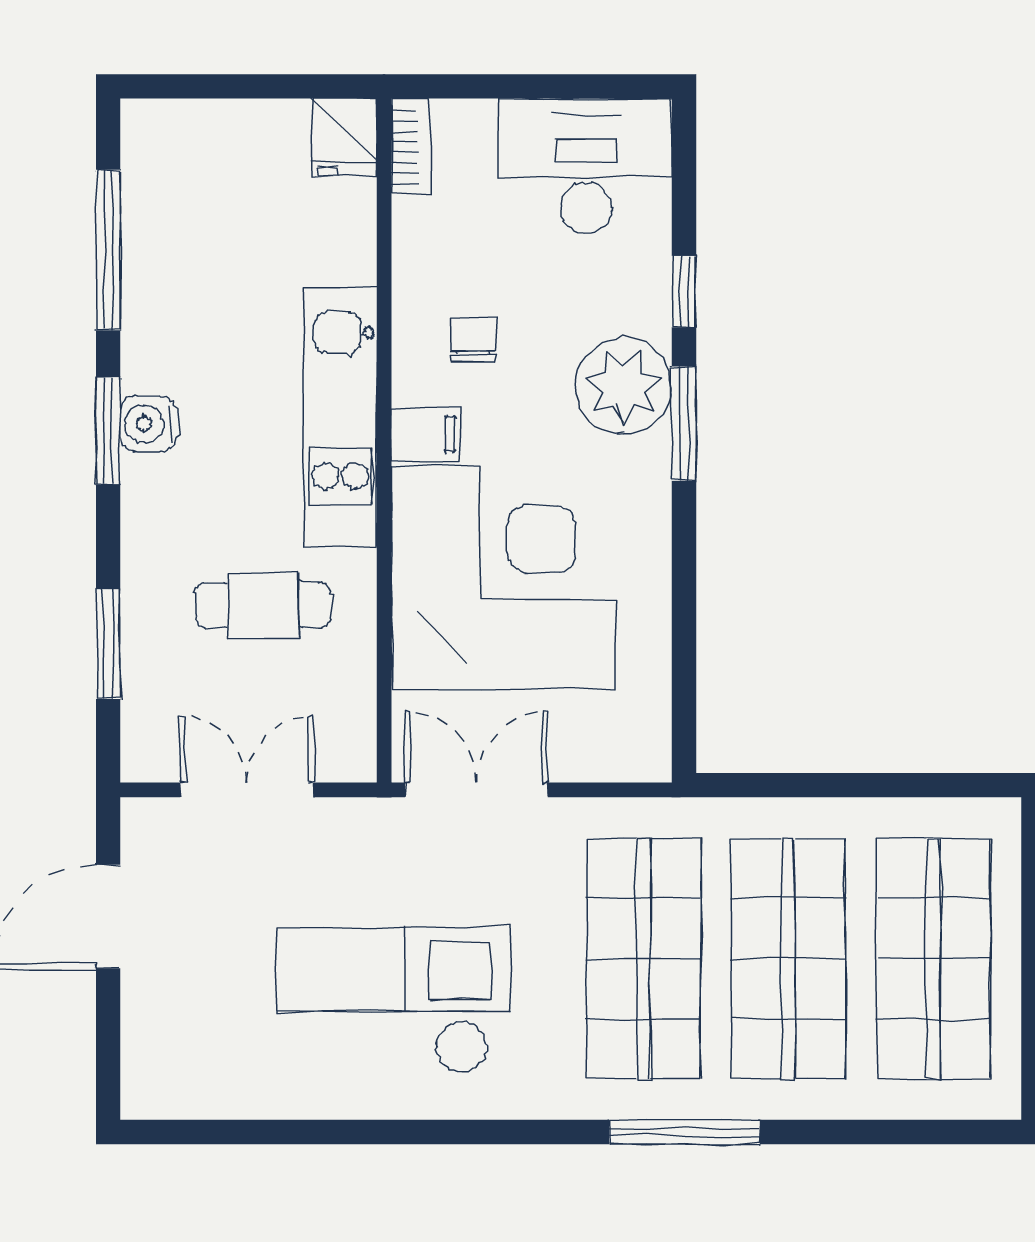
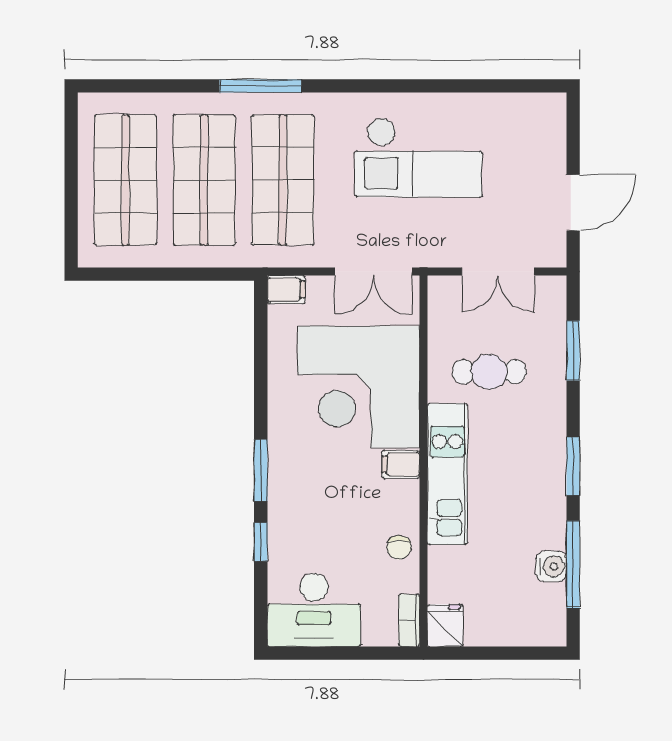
chair: (473, 339) -> (399, 548), moved
plant: (624, 386) -> (293, 491), removed
water cooler: (148, 424) -> (551, 566), moved
filing cabinet: (637, 757) -> (286, 289), added

